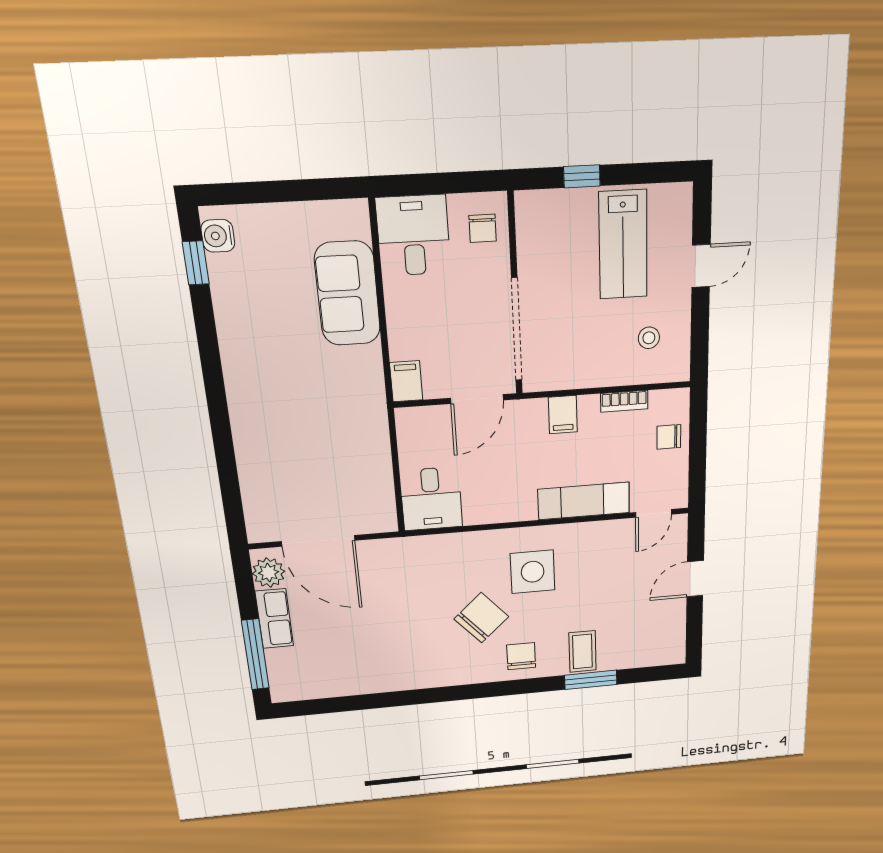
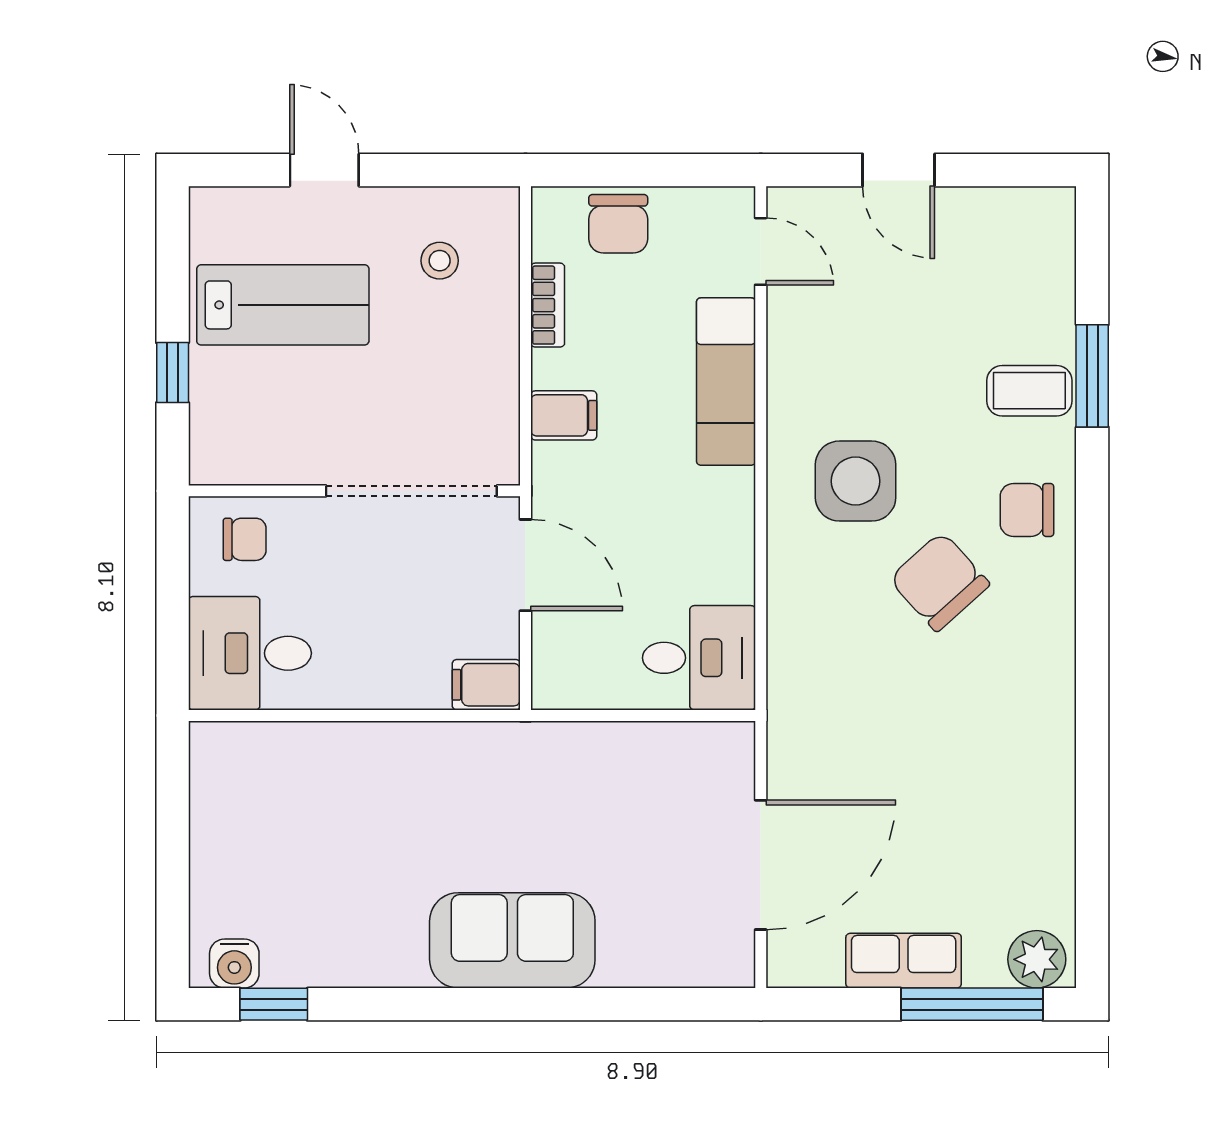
sofa: (348, 294) -> (512, 940), moved, turned 180
chair: (669, 437) -> (618, 224), width x1.37, depth x1.37
plant: (269, 573) -> (1037, 959), moved

